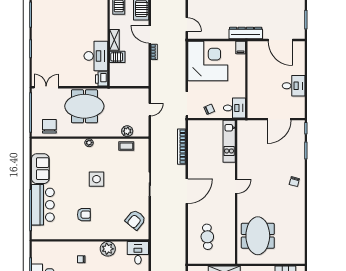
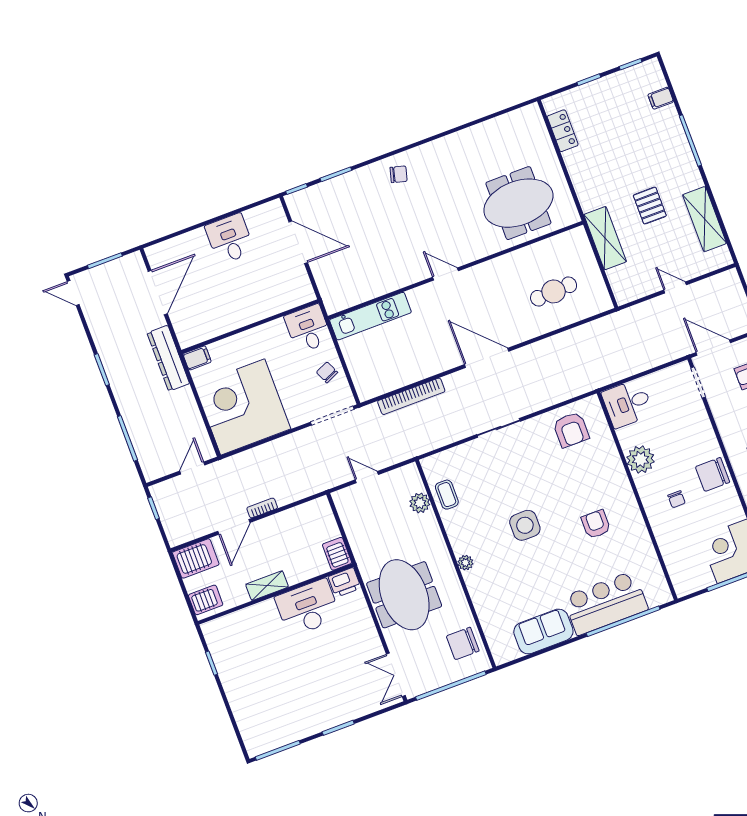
server rack: (117, 57) -> (337, 554), moved
armchair: (135, 220) -> (571, 430), turned 51

